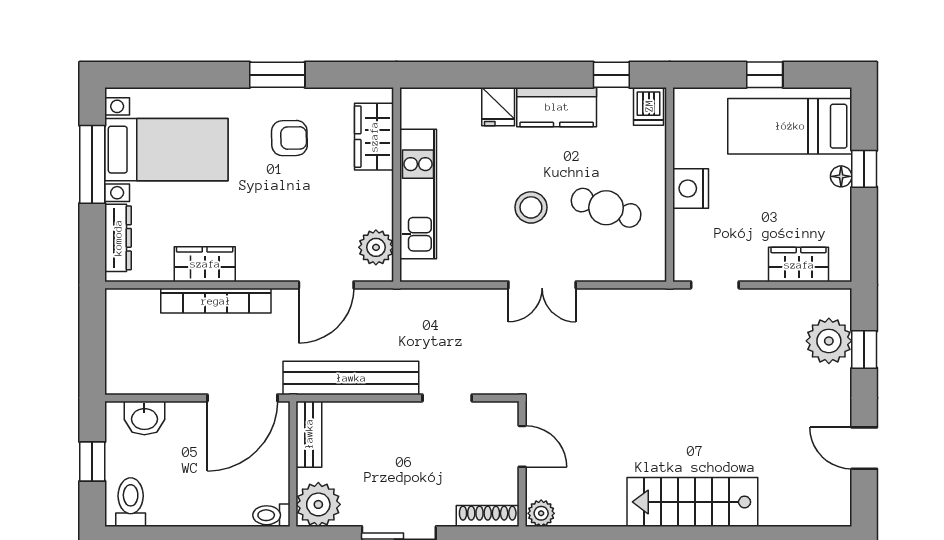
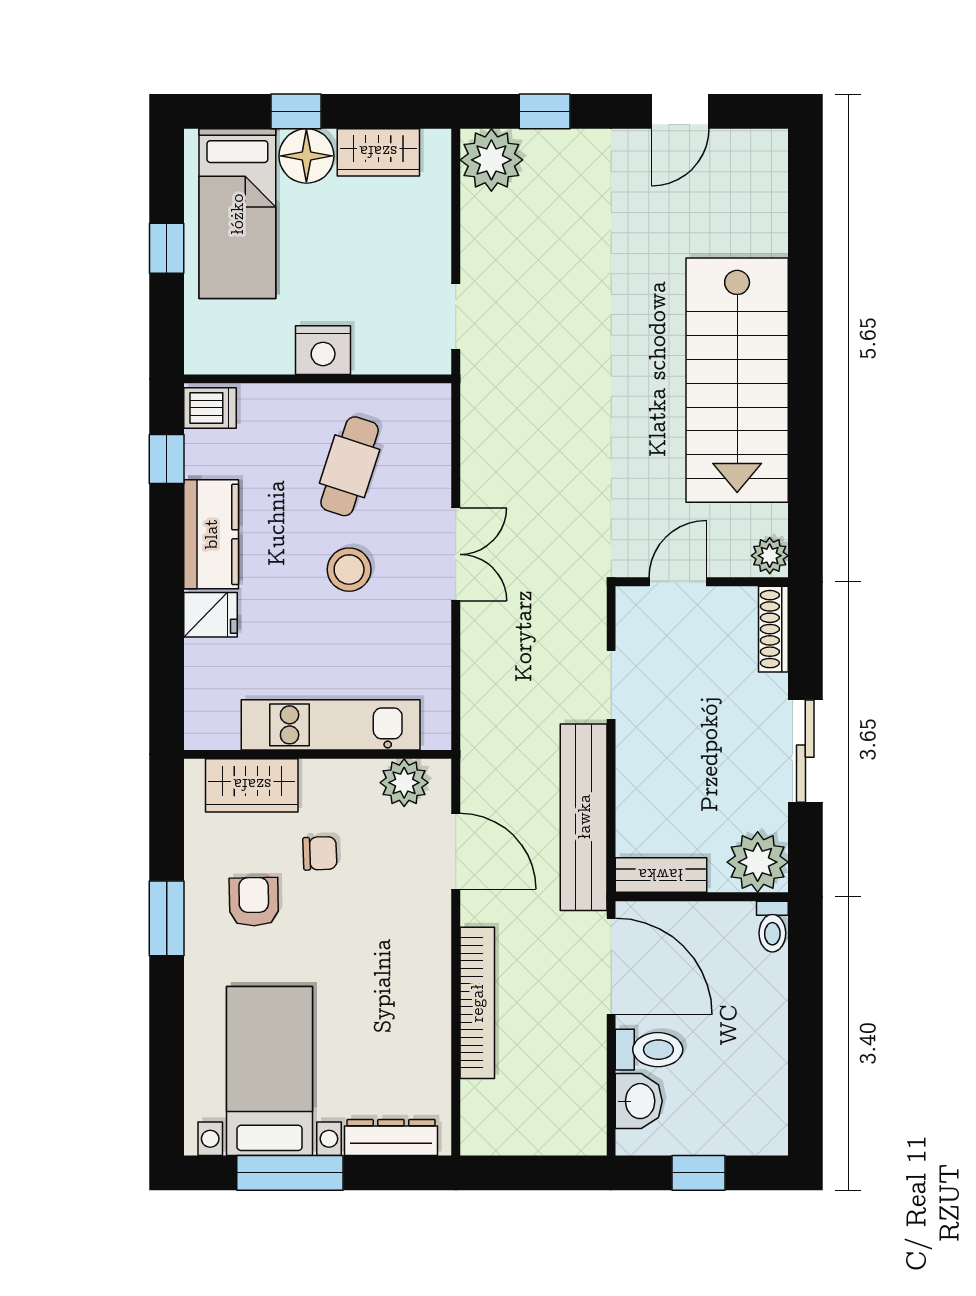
floor lamp: (841, 176) -> (306, 156), width x1.89, depth x1.89
chair: (325, 186) -> (320, 853), added
wardrobe: (205, 264) -> (427, 1018), removed
wardrobe: (799, 265) -> (378, 152), moved, turned -90
plant: (829, 341) -> (491, 160), moved
toilet: (131, 502) -> (649, 1050), moved, turned 180
stairs: (692, 502) -> (737, 380), width x1.36, depth x1.51

